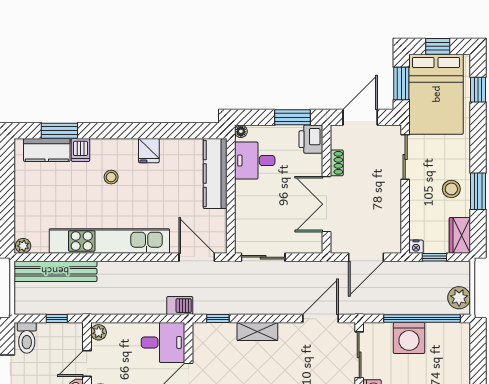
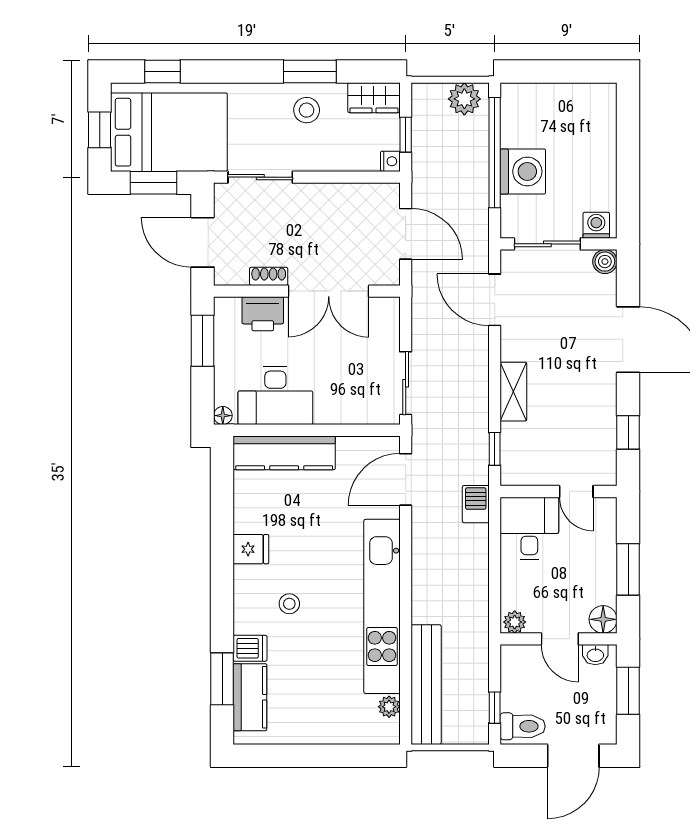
printer: (311, 139) -> (263, 314), moved
desk: (255, 161) -> (275, 395), width x1.37
plant: (23, 246) -> (389, 707), moved
window: (57, 319) -> (495, 708), moved

